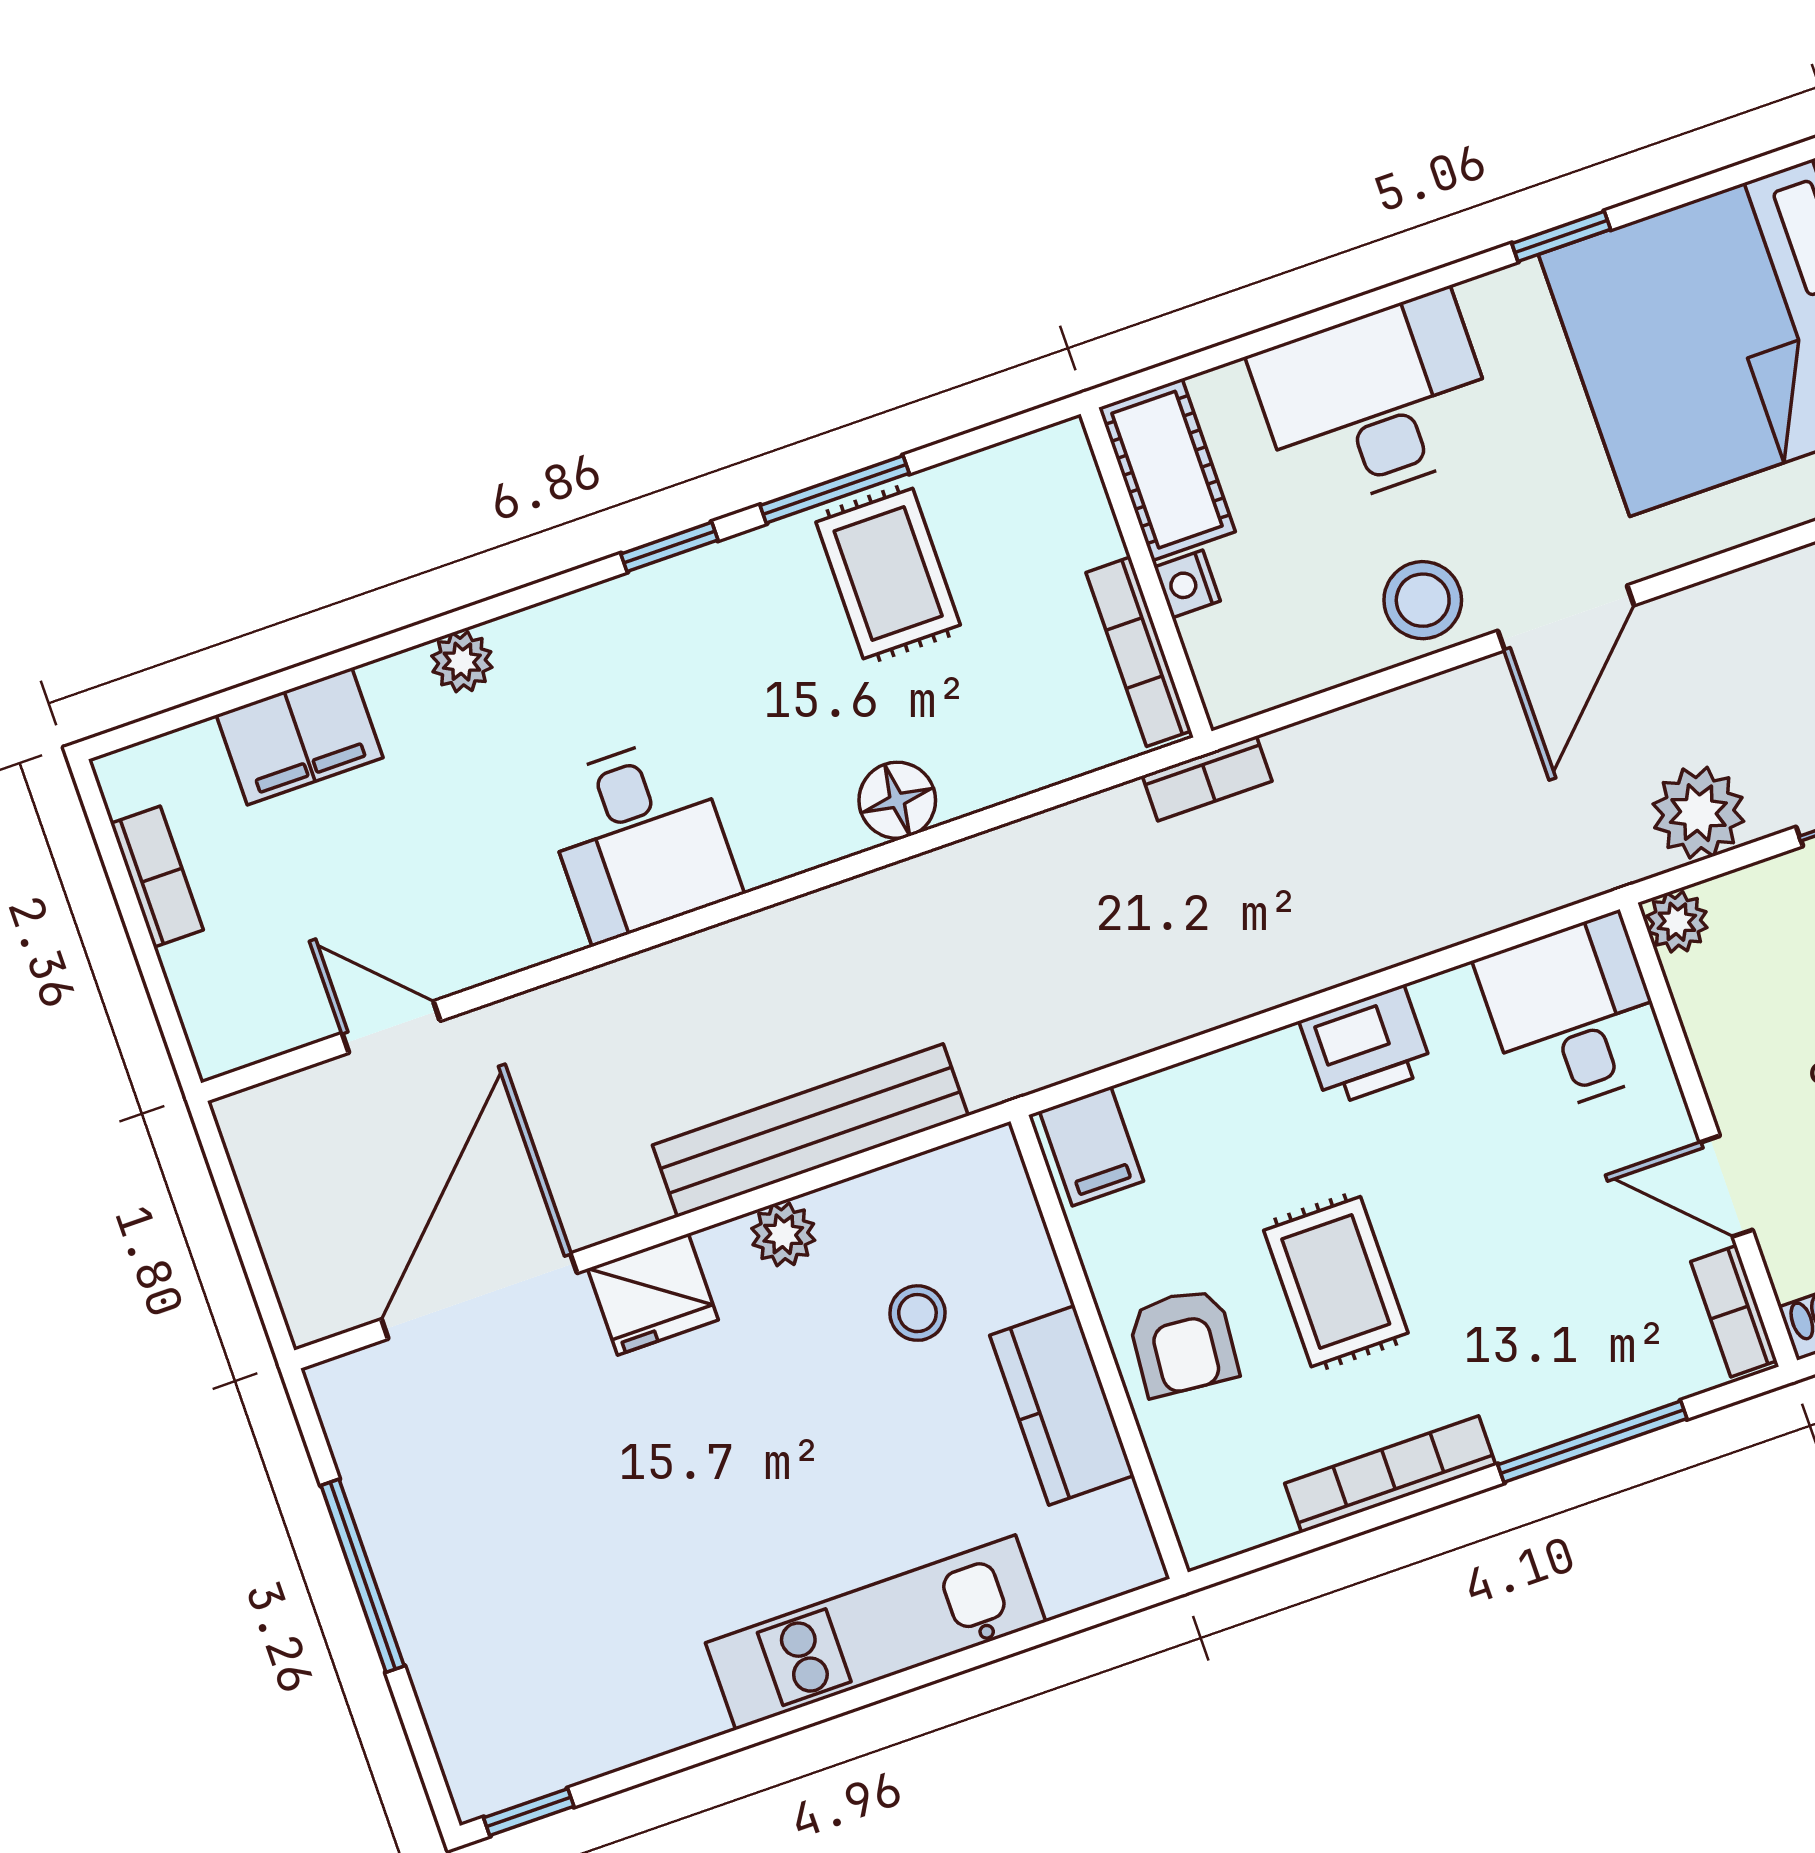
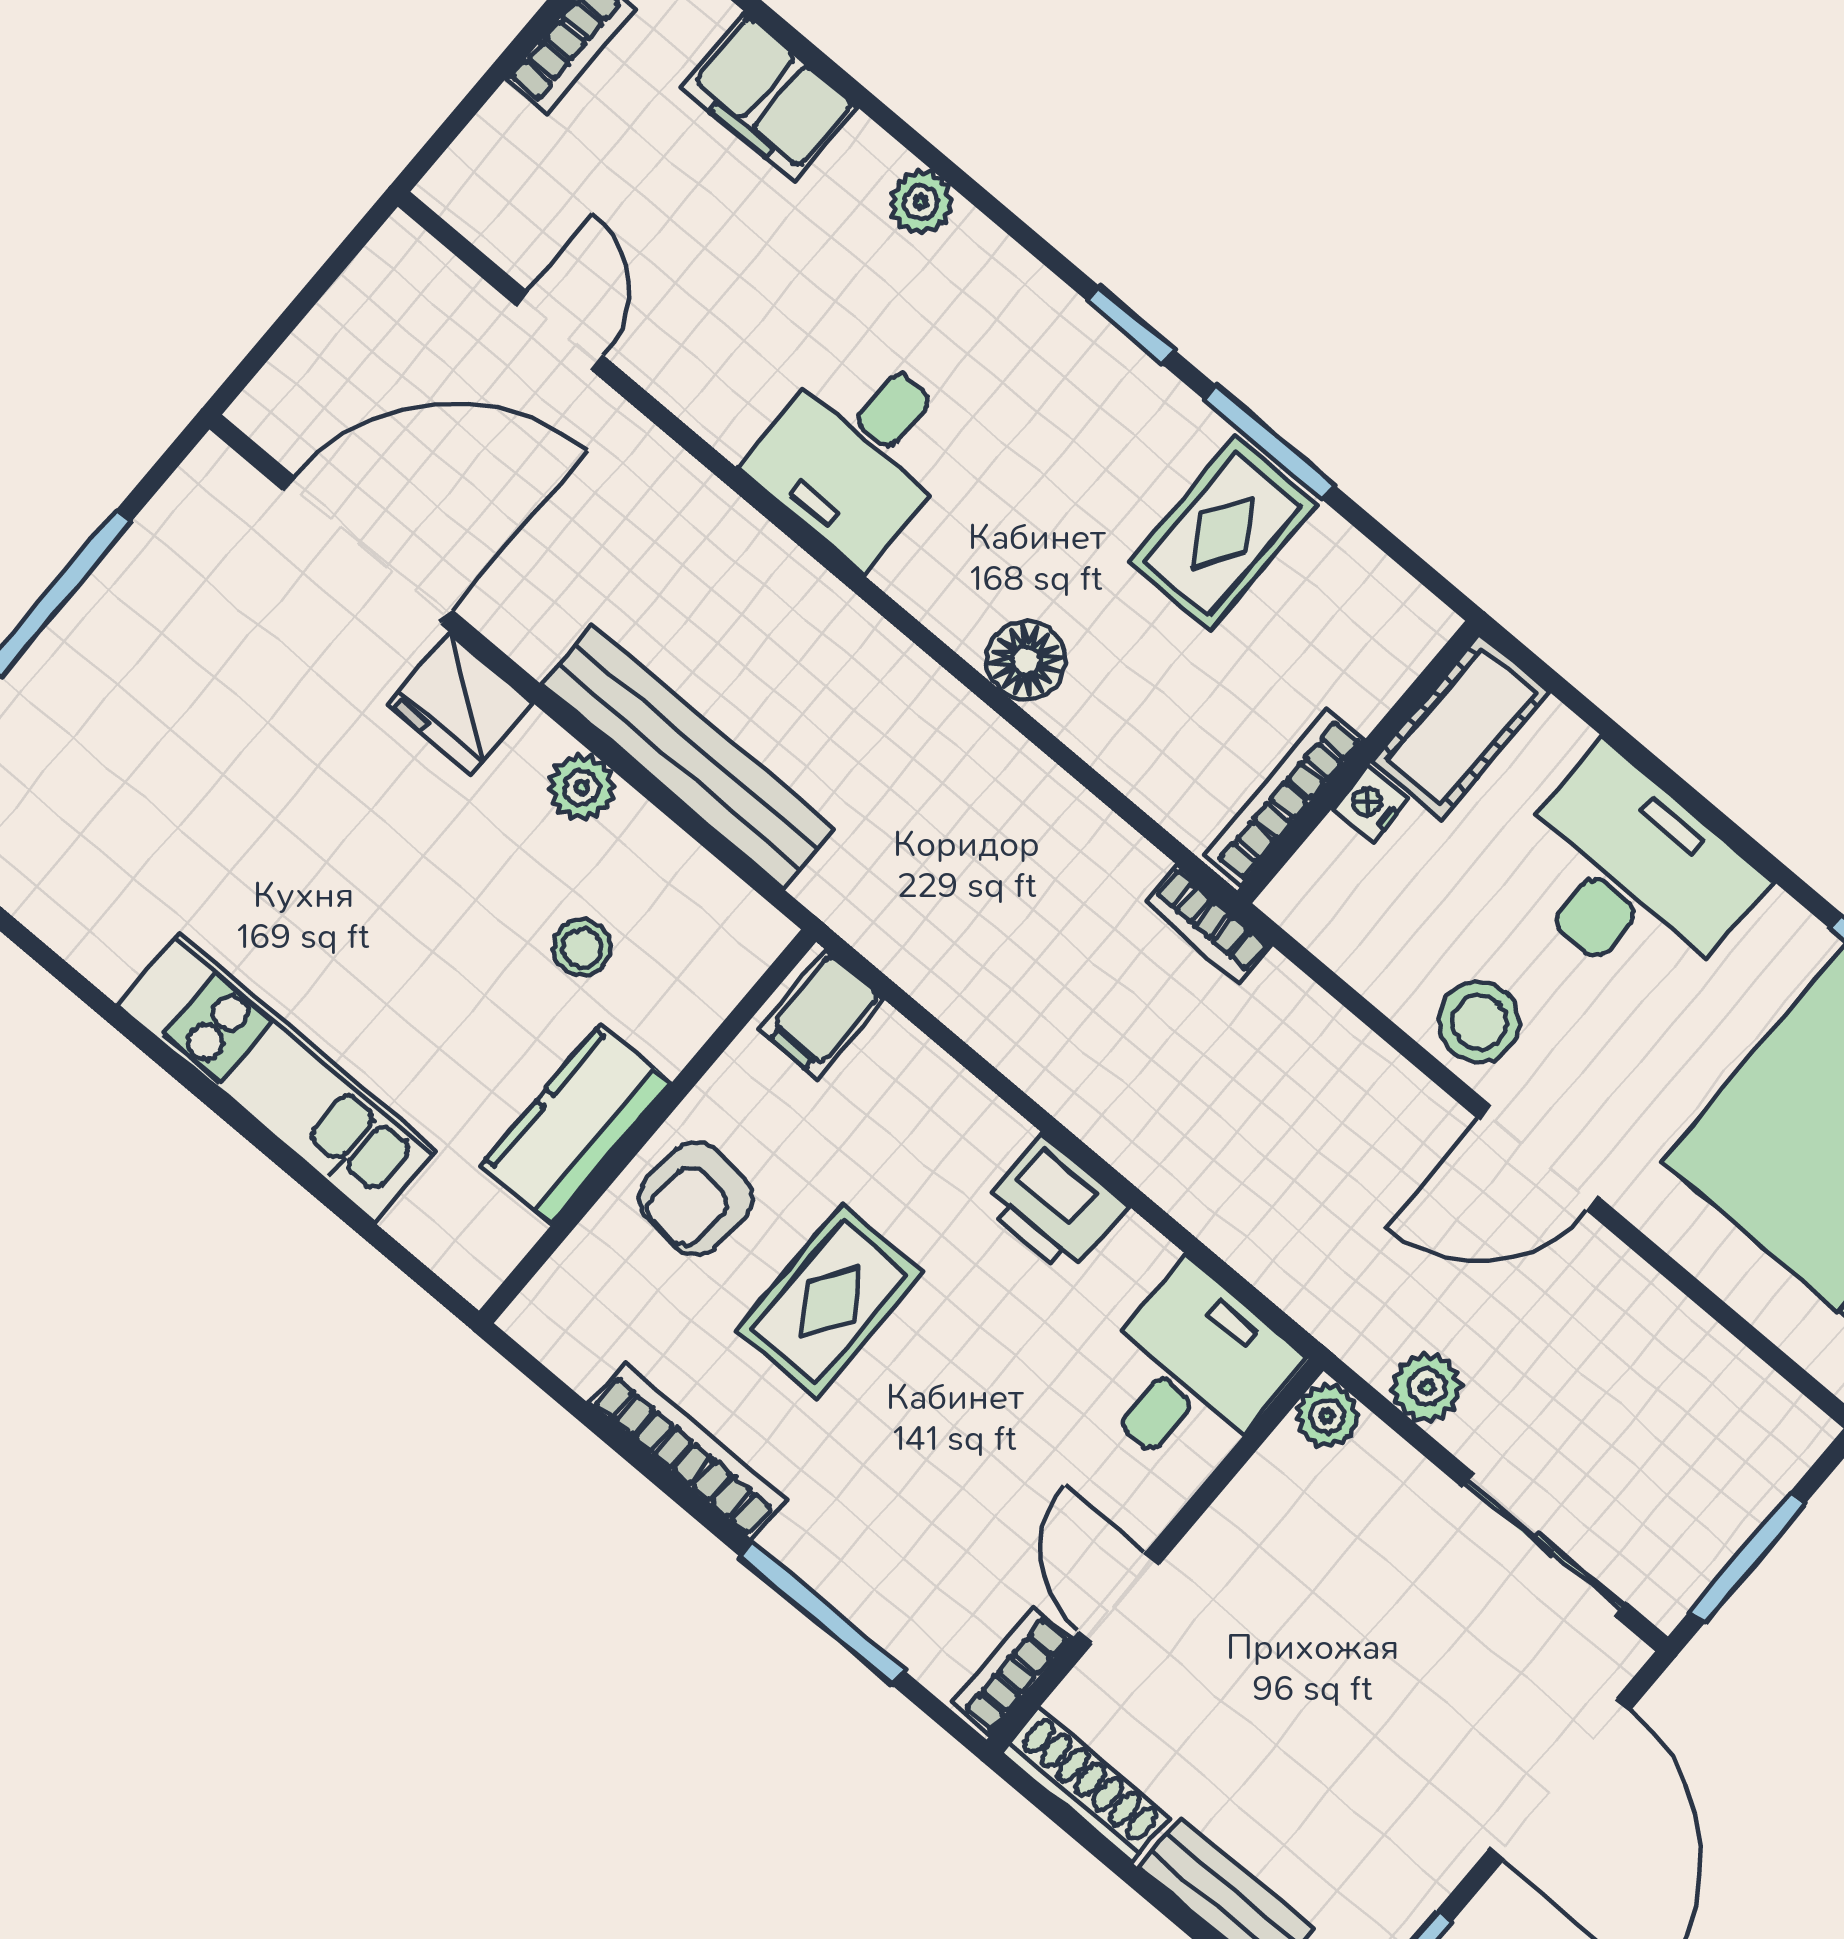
plant: (1698, 813) -> (1427, 1388), width x0.73, depth x0.73

